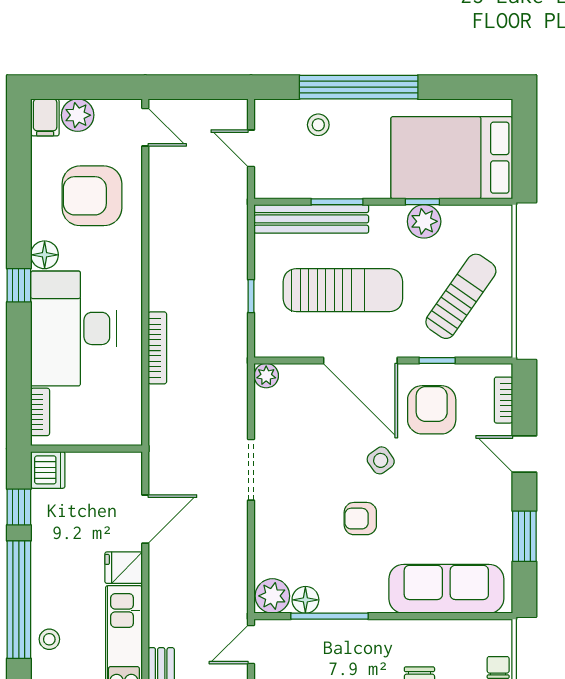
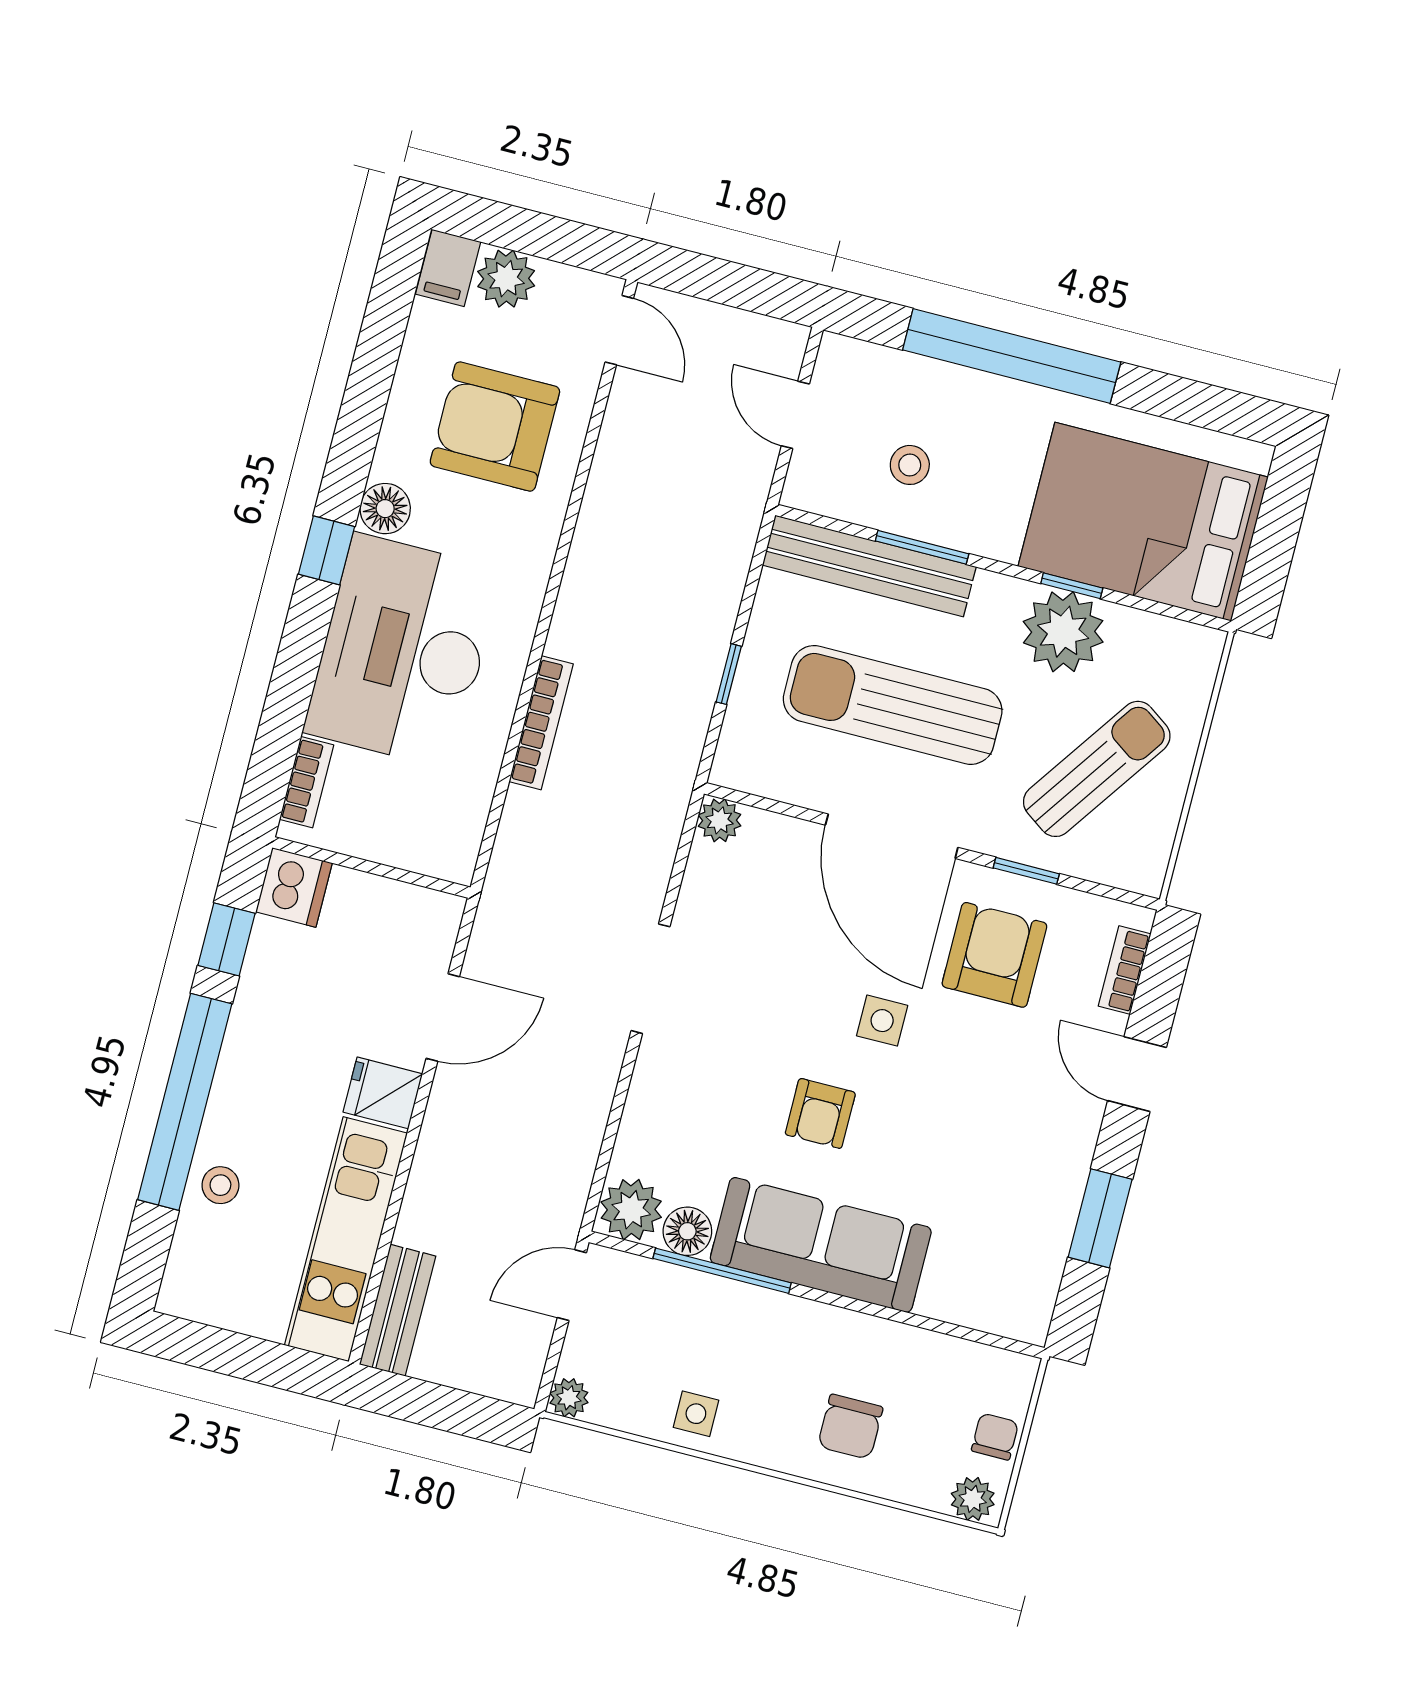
stool: (318, 125) -> (910, 465), moved
plant: (424, 221) -> (1063, 632), width x1.36, depth x1.36
sun lounger: (343, 290) -> (893, 705), turned 180
side table: (381, 460) -> (882, 1021), turned 35
armchair: (360, 519) -> (820, 1113), turned -90
sofa: (446, 589) -> (821, 1245), moved

